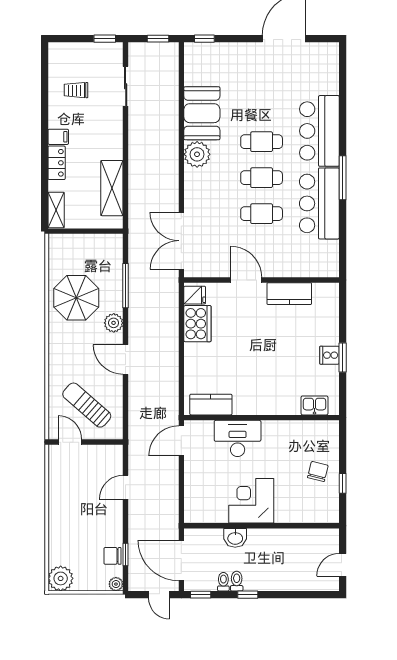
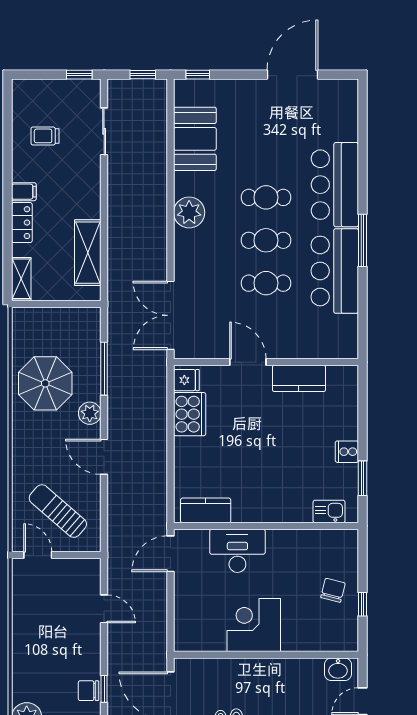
booth: (202, 113) -> (195, 139), moved
window: (343, 357) -> (362, 478), moved
door: (126, 487) -> (104, 609), swing flipped
washbasin: (235, 538) -> (338, 669), moved

